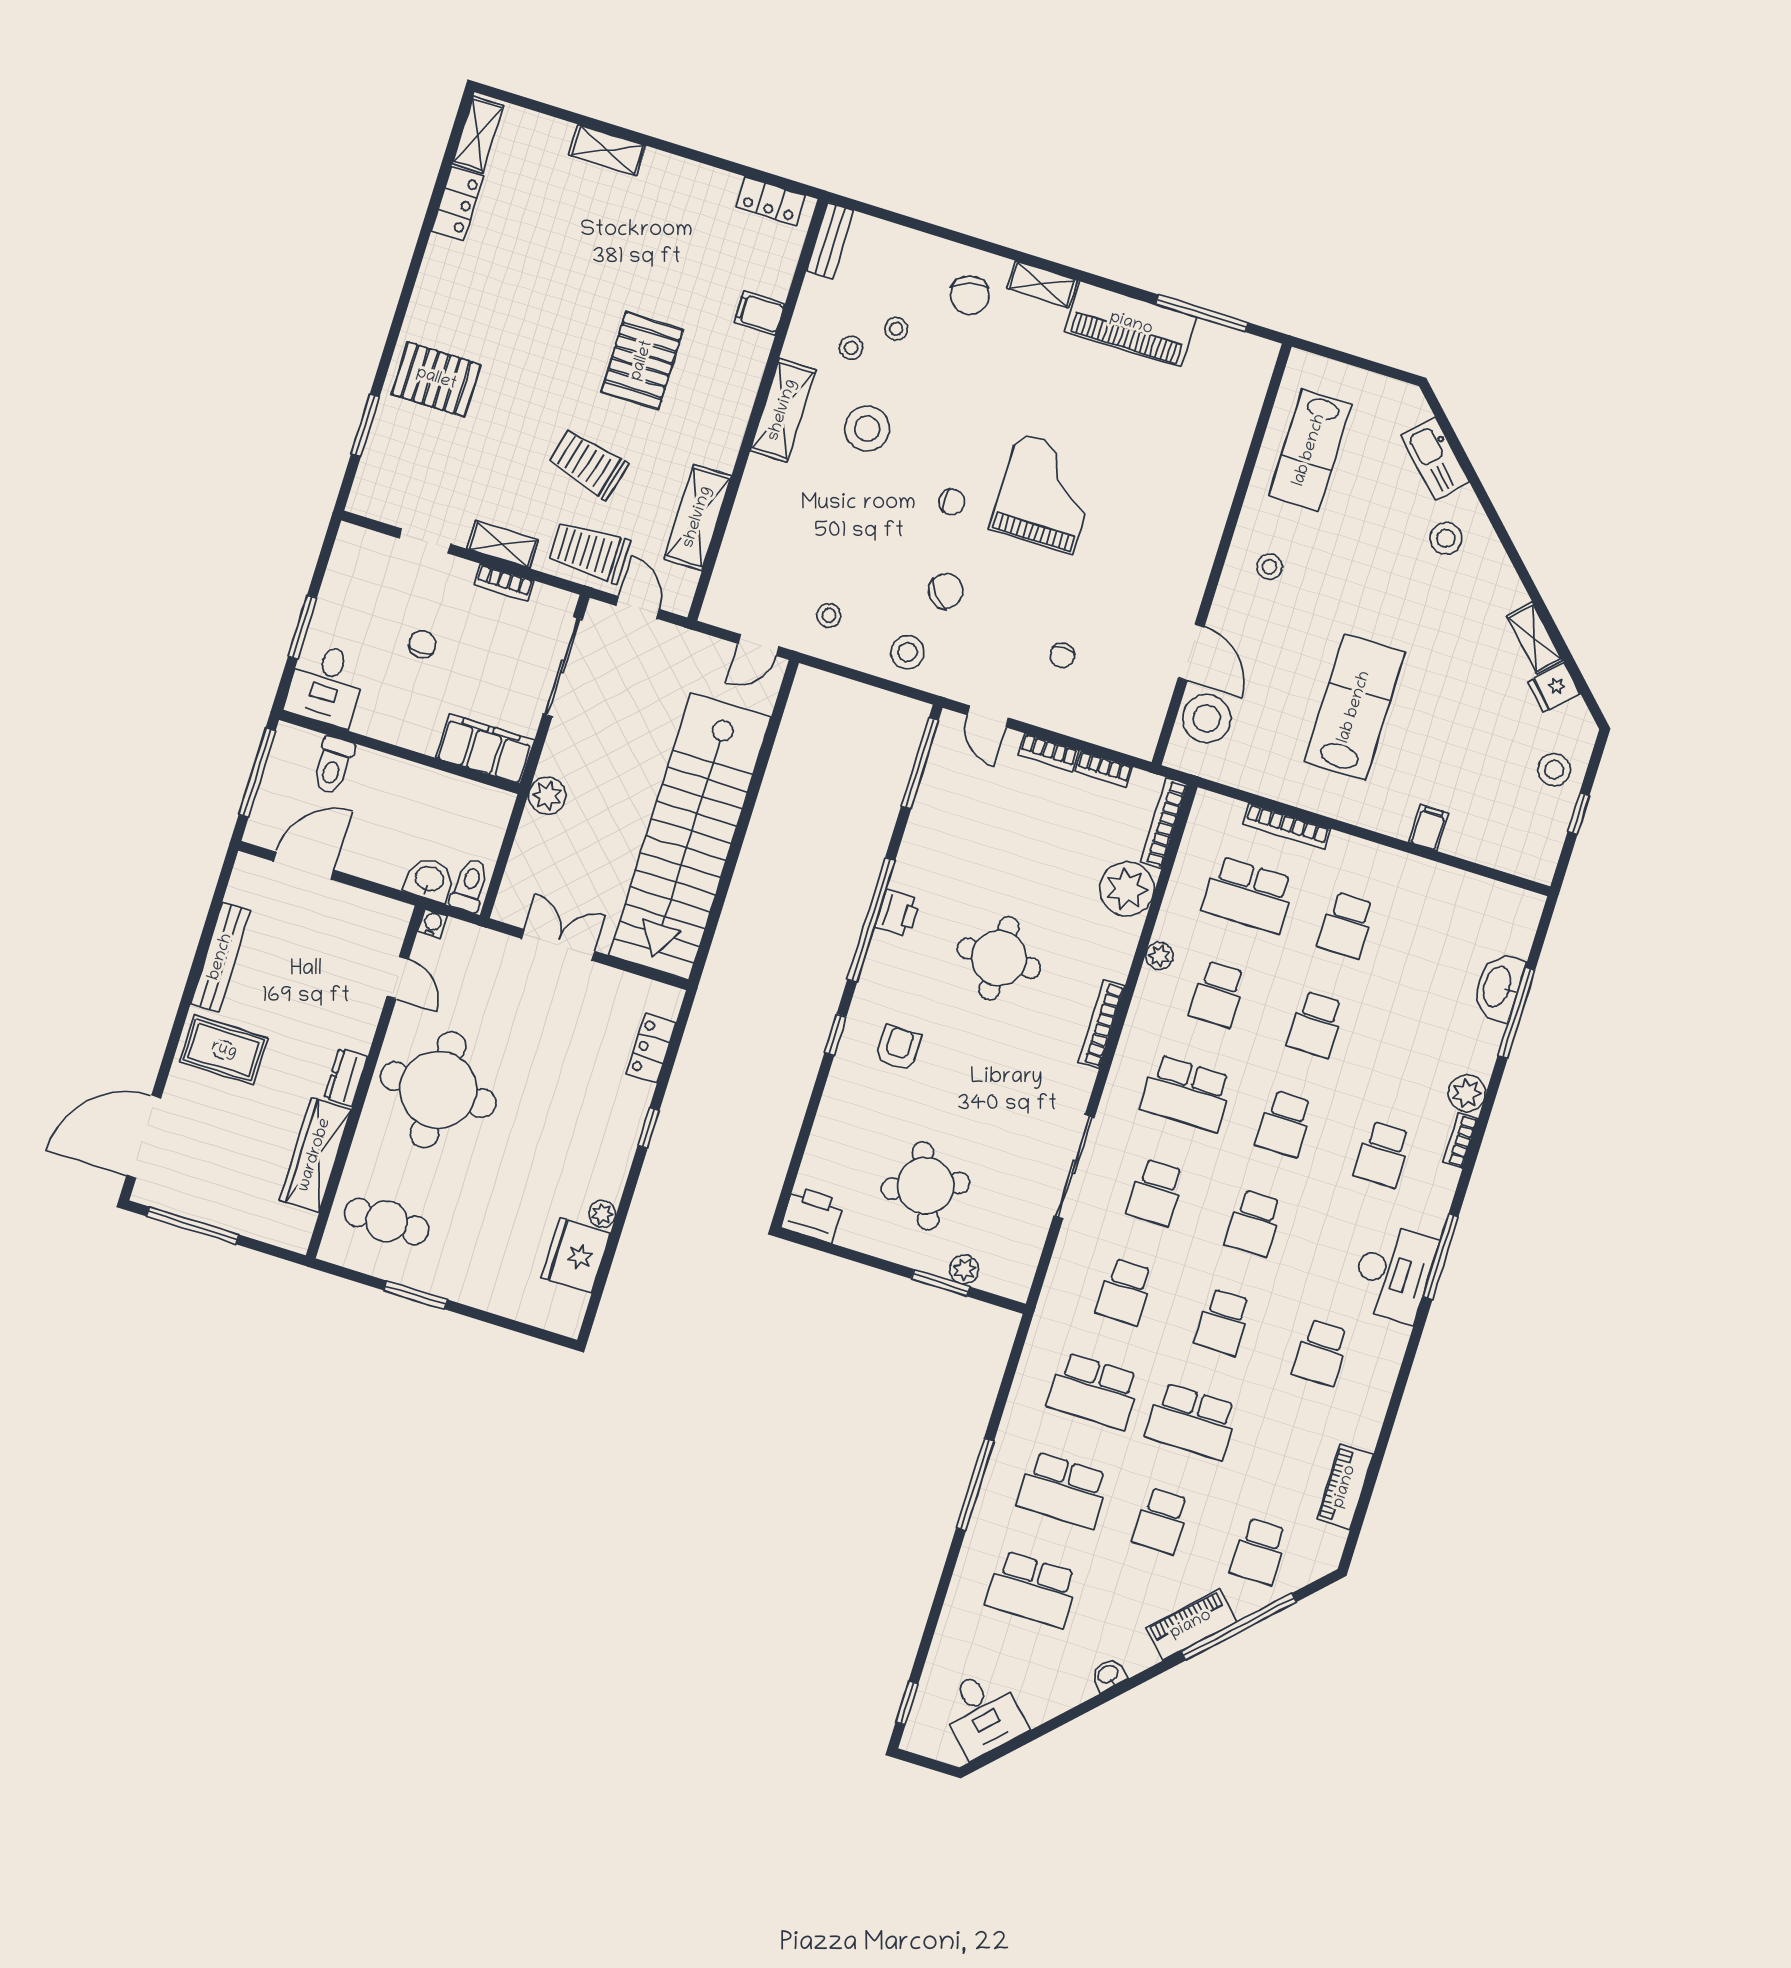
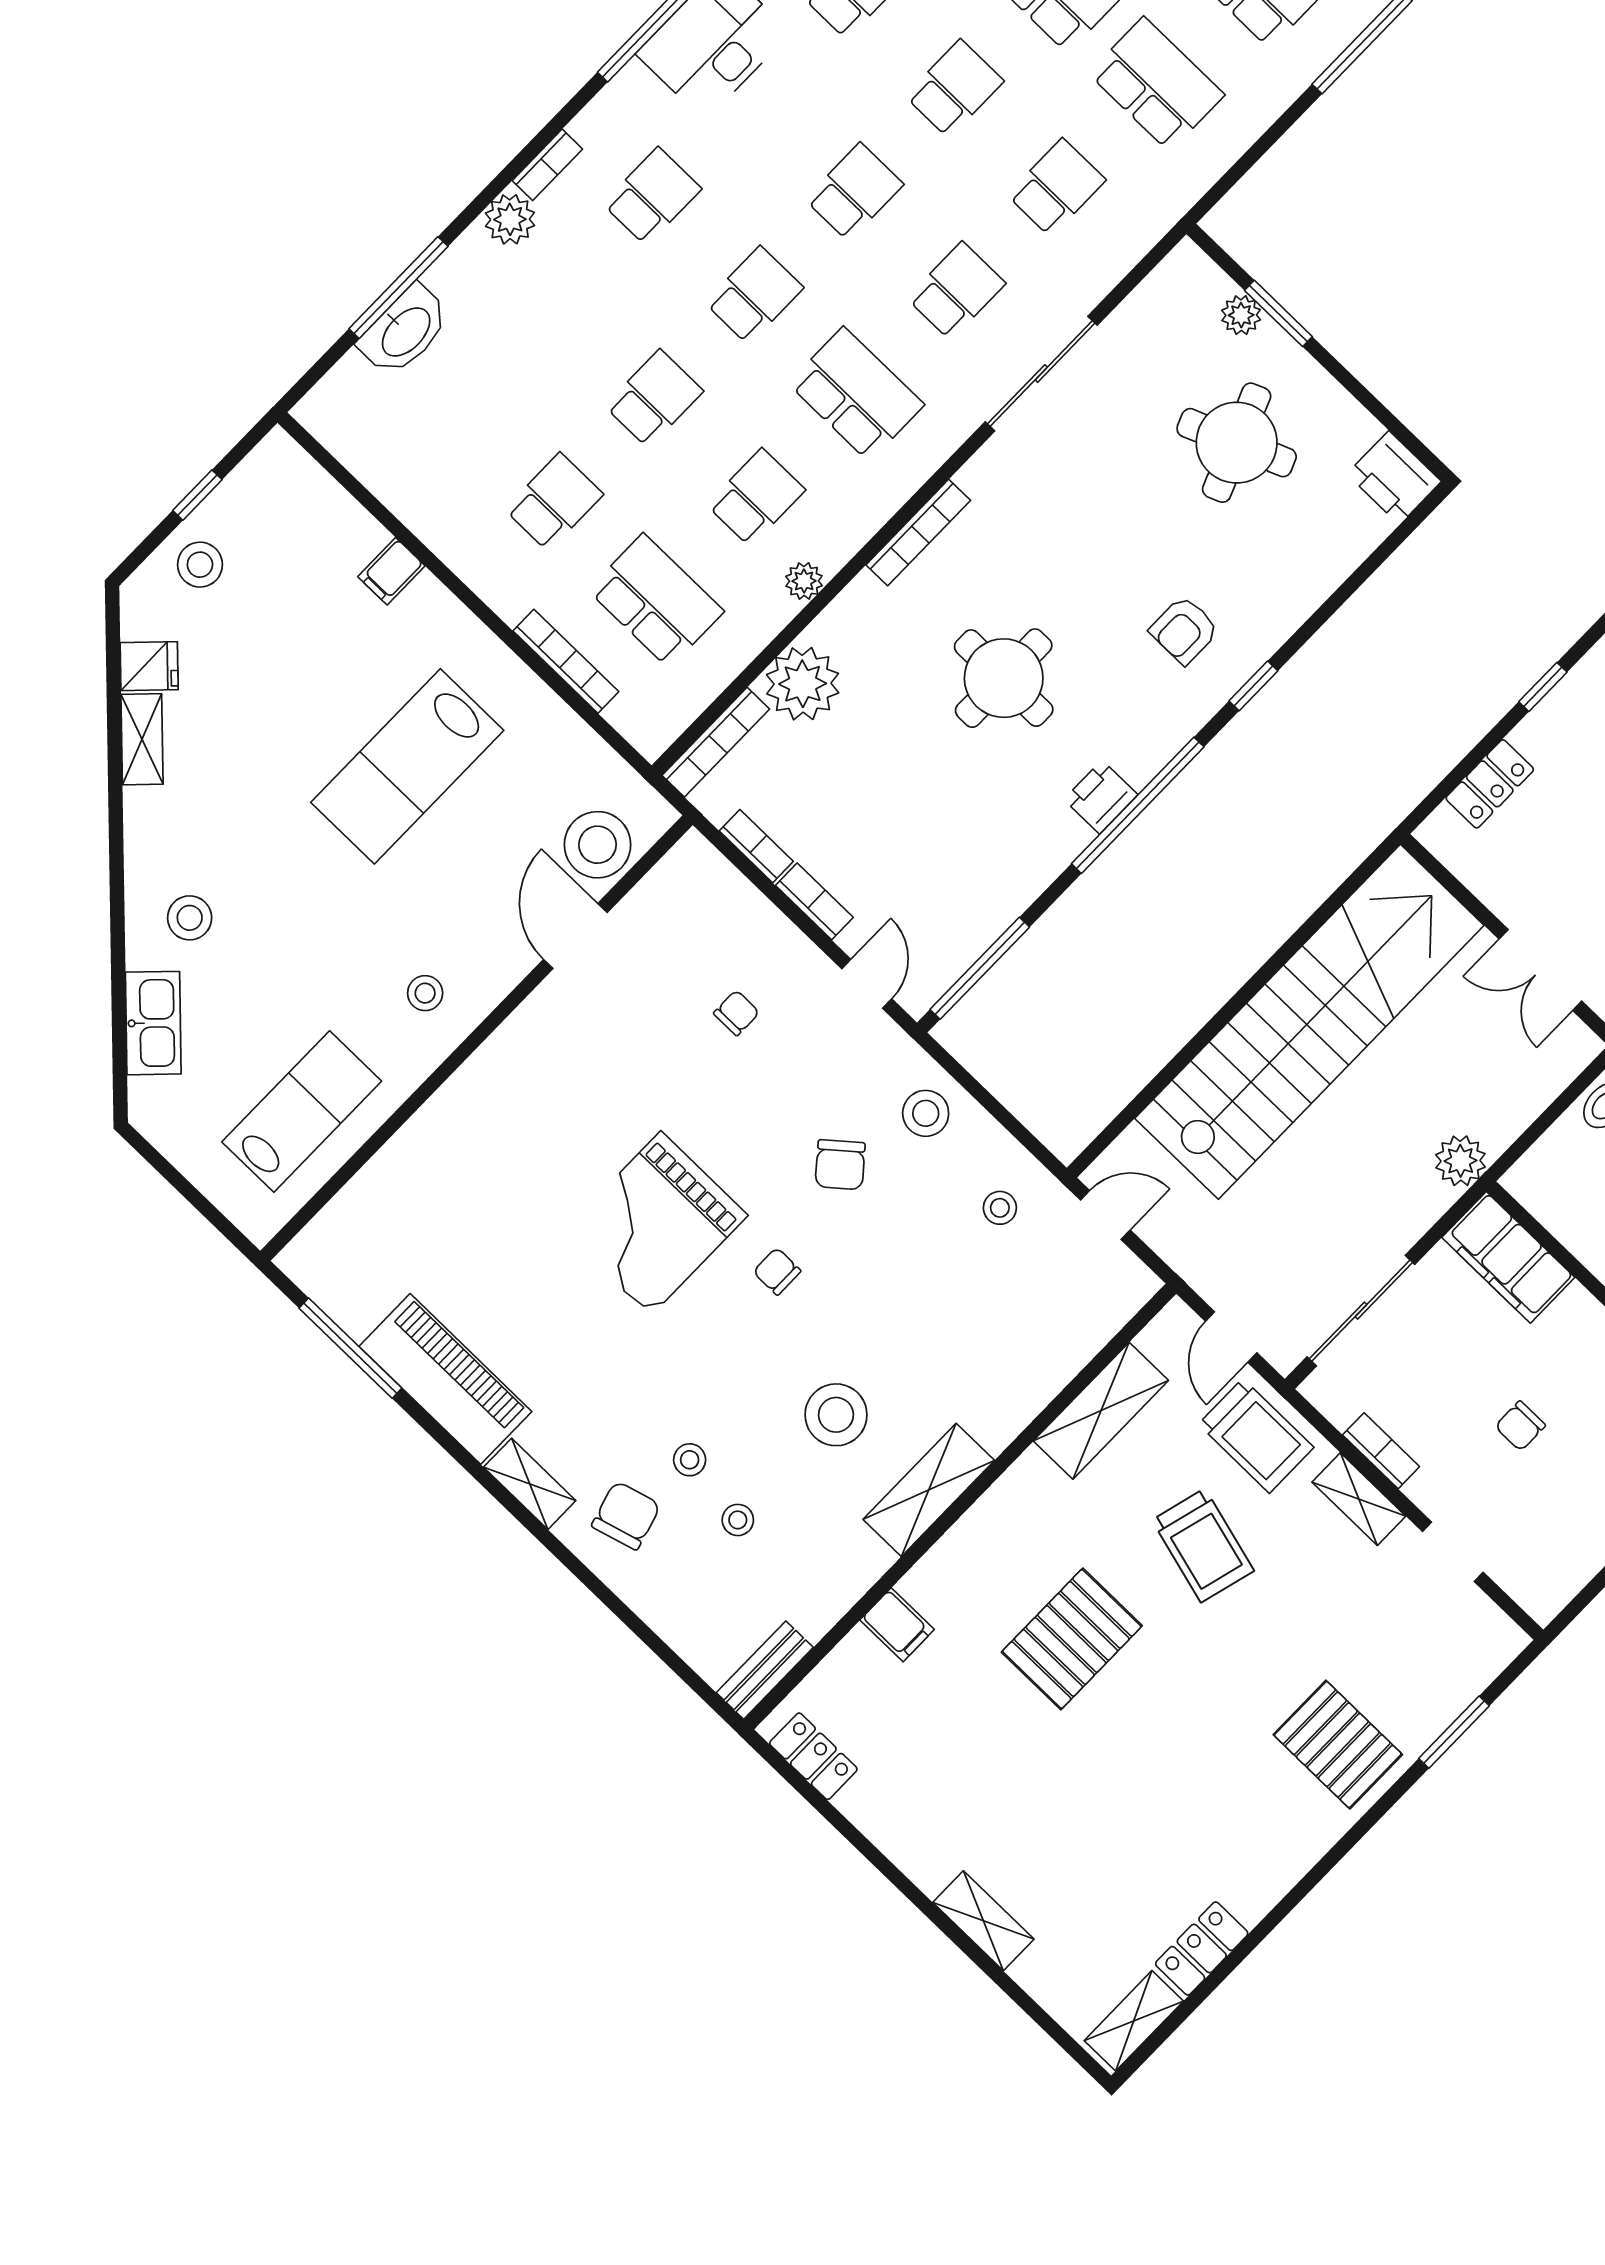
stool: (851, 348) -> (690, 1460), moved
chair: (946, 591) -> (840, 1165), turned -90

